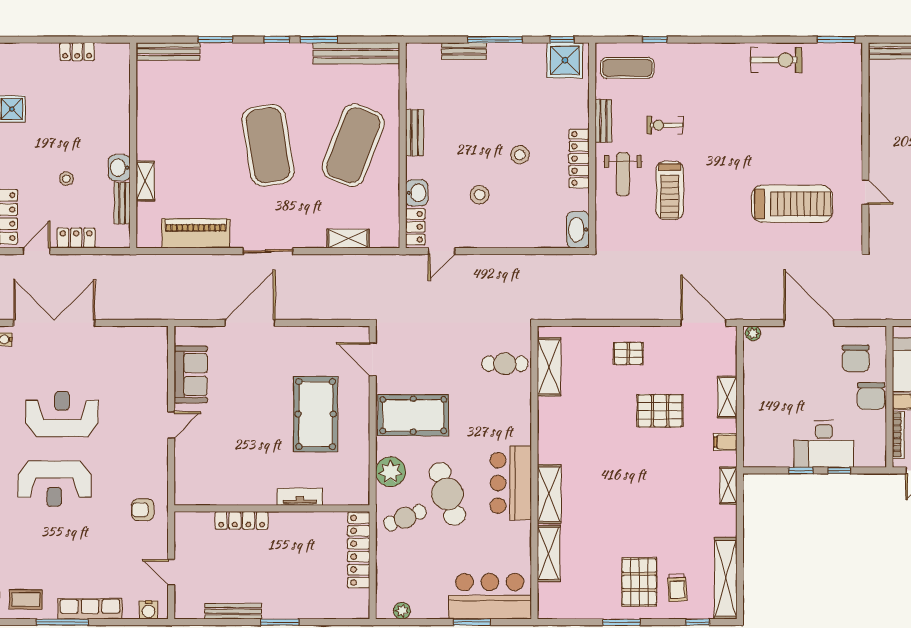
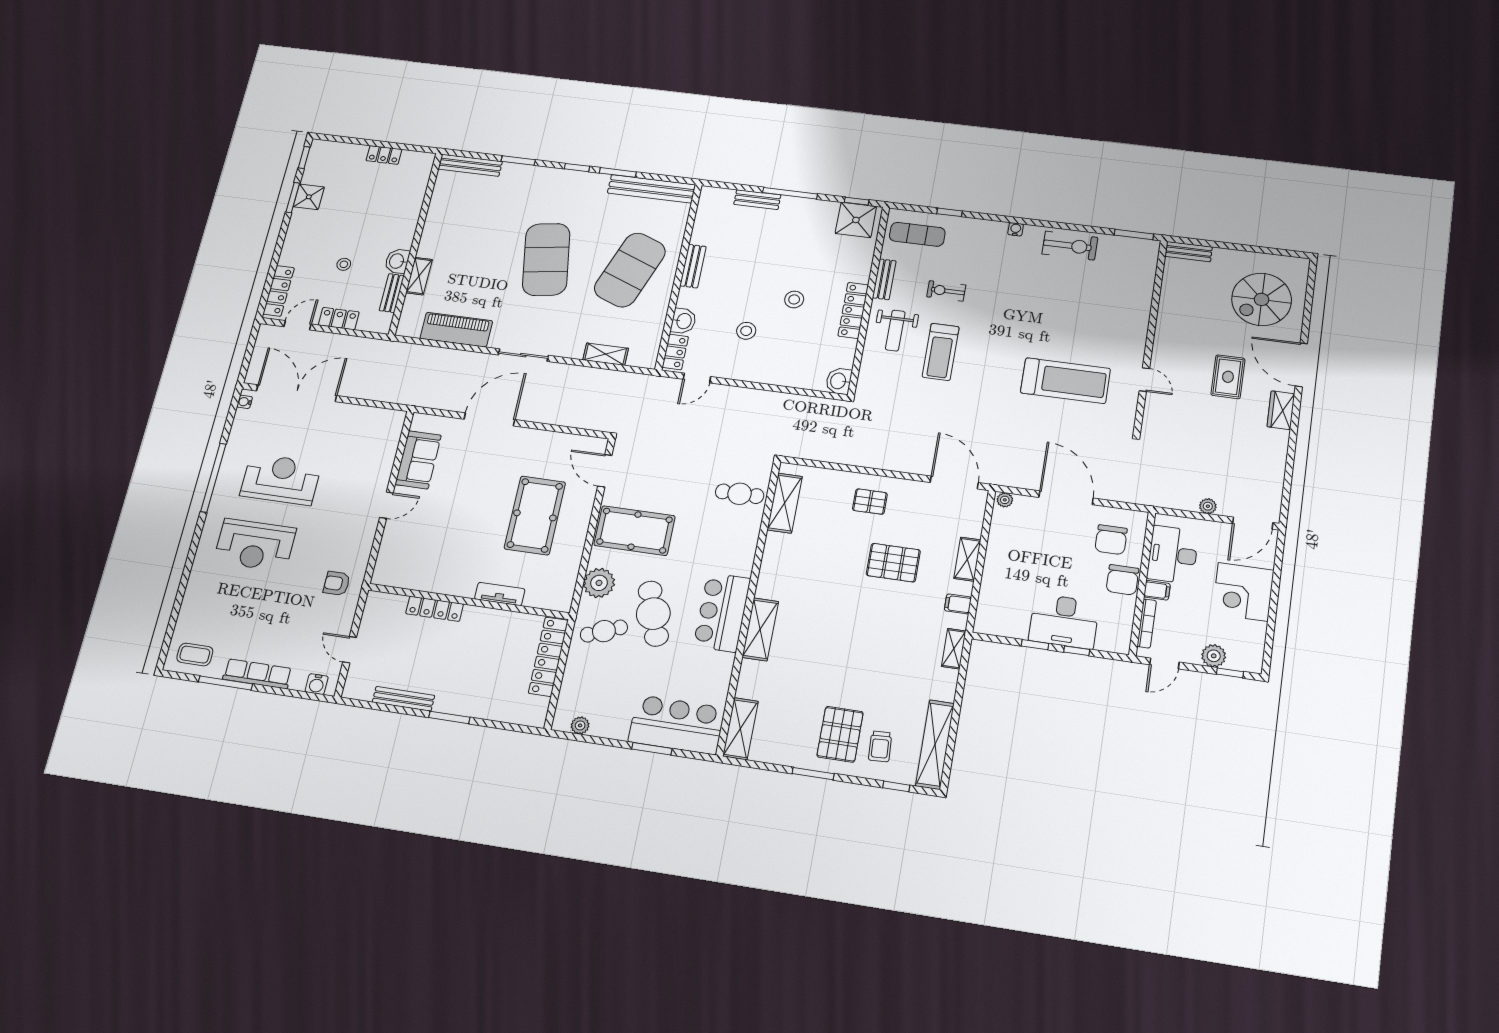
water cooler: (722, 49) -> (1016, 229), added
washbasin: (578, 230) -> (839, 381), width x0.72
shelving: (549, 553) -> (740, 729), moved

